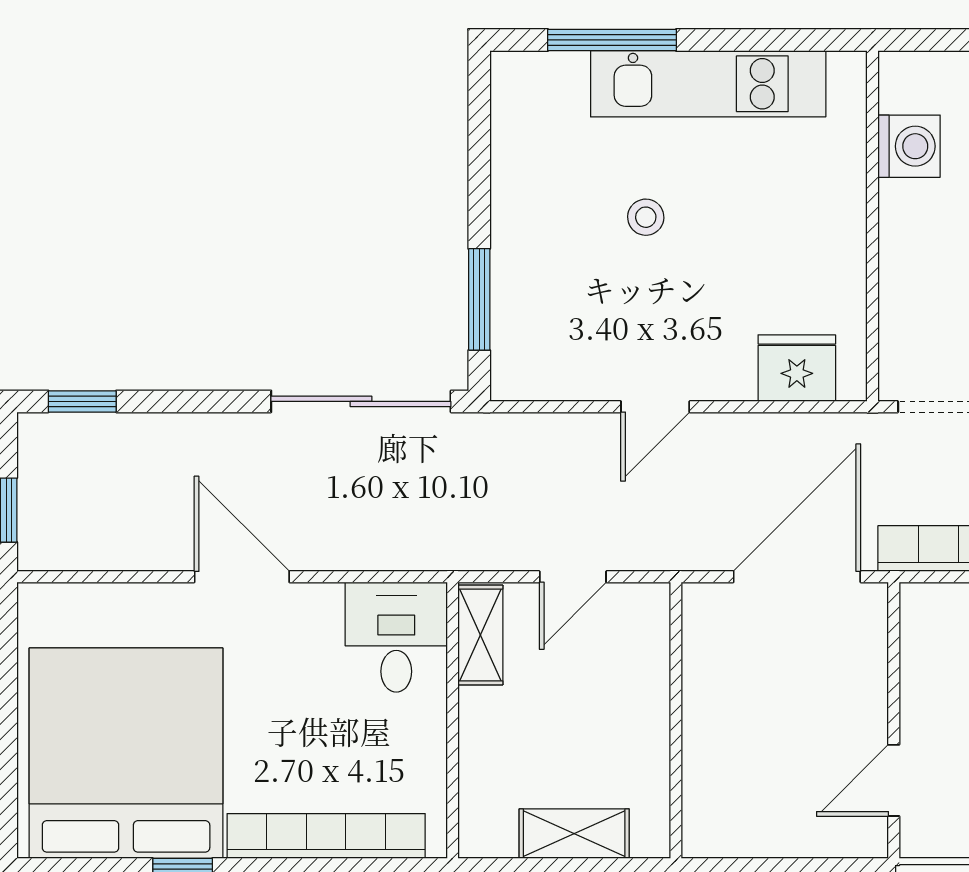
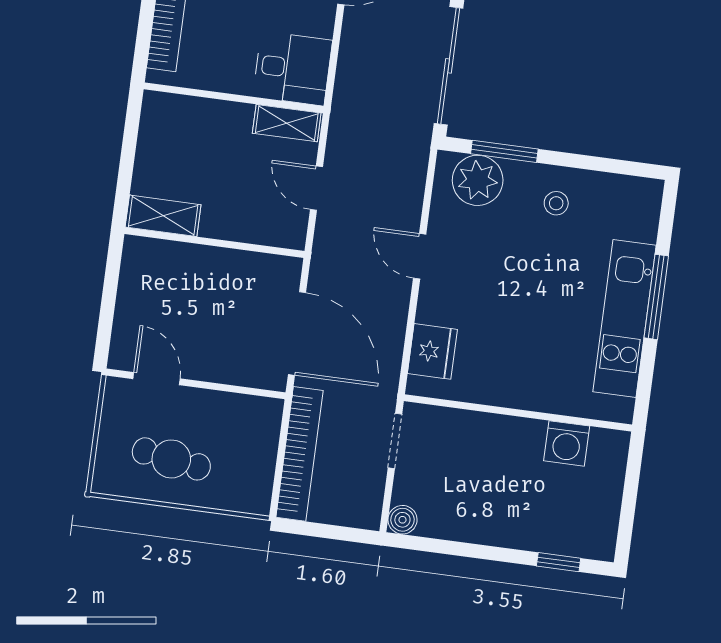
window: (612, 40) -> (656, 297), moved
stool: (646, 217) -> (556, 203), moved
plant: (528, 334) -> (478, 180), added
shelving: (574, 834) -> (163, 216), moved, turned 90

